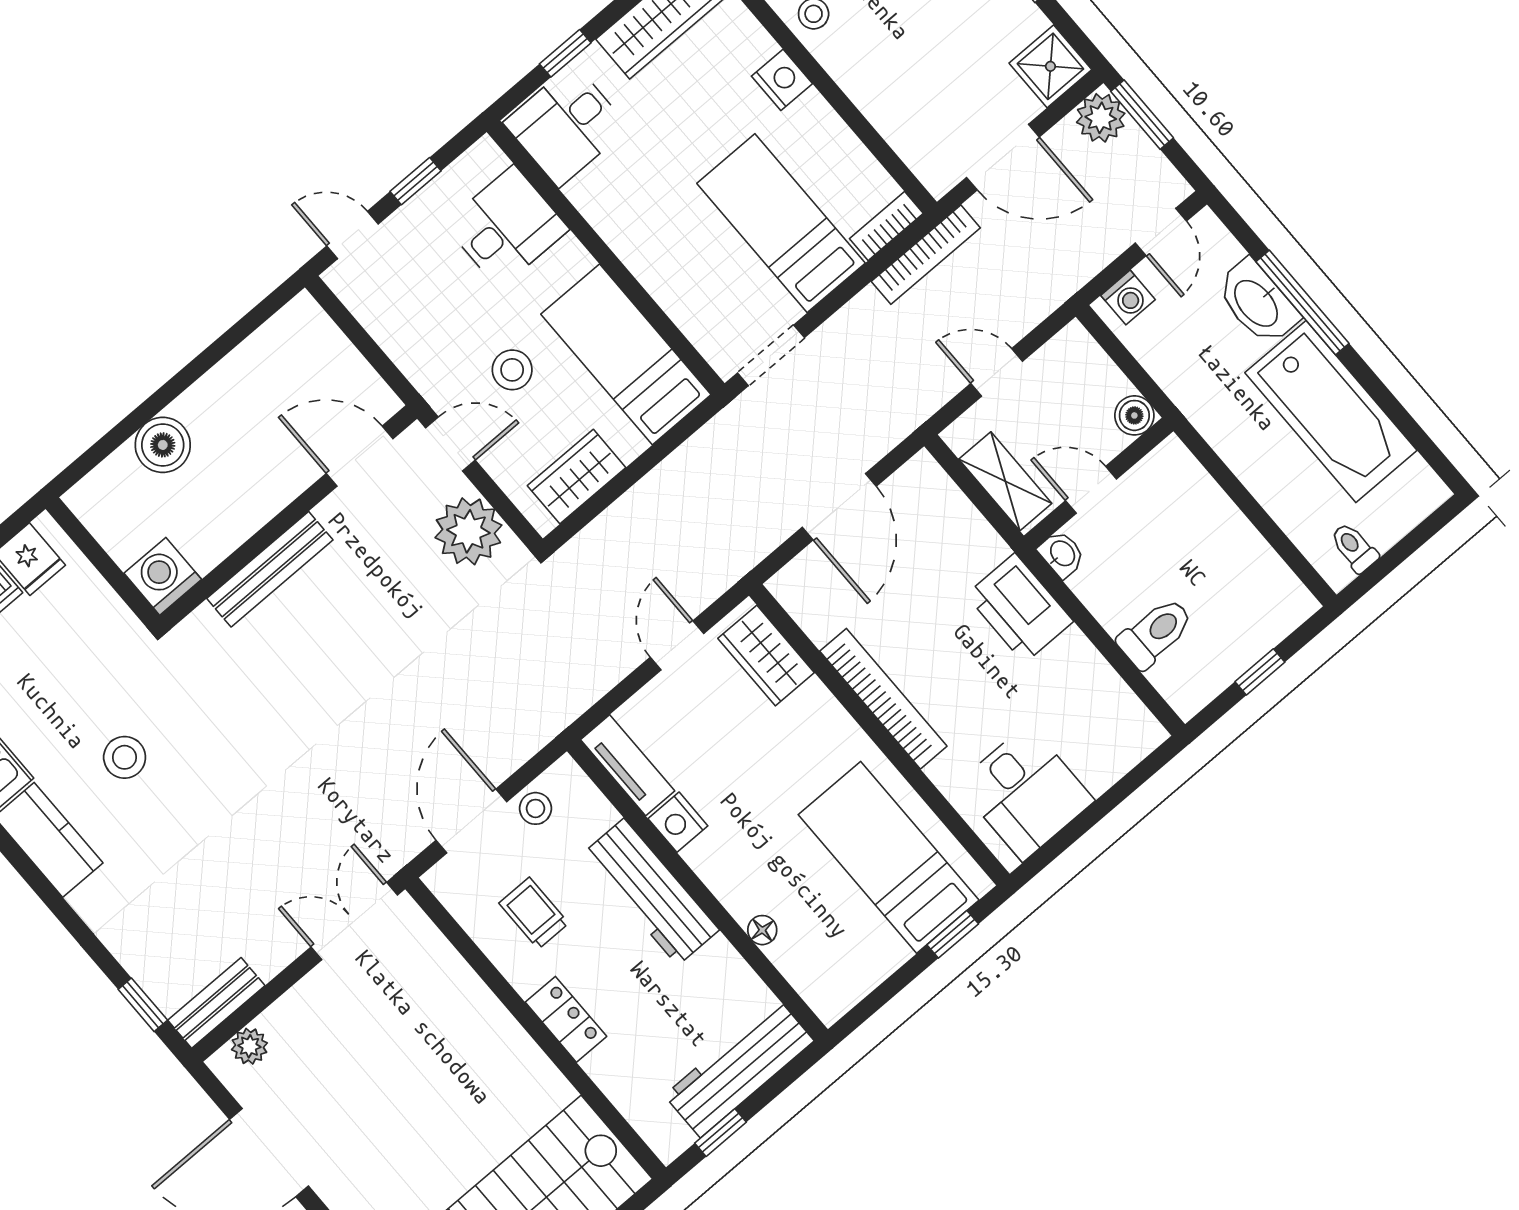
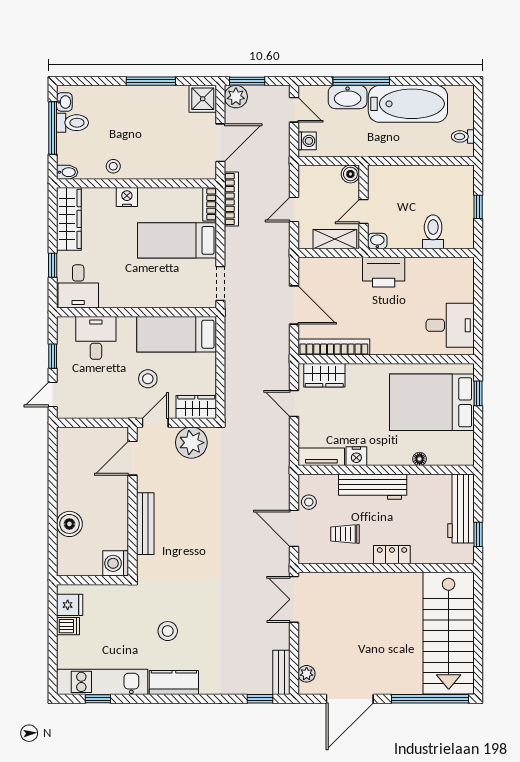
wardrobe: (577, 477) -> (196, 407), moved, turned 90
bookcase: (883, 699) -> (334, 347), moved
bed: (889, 857) -> (432, 402), width x1.50

